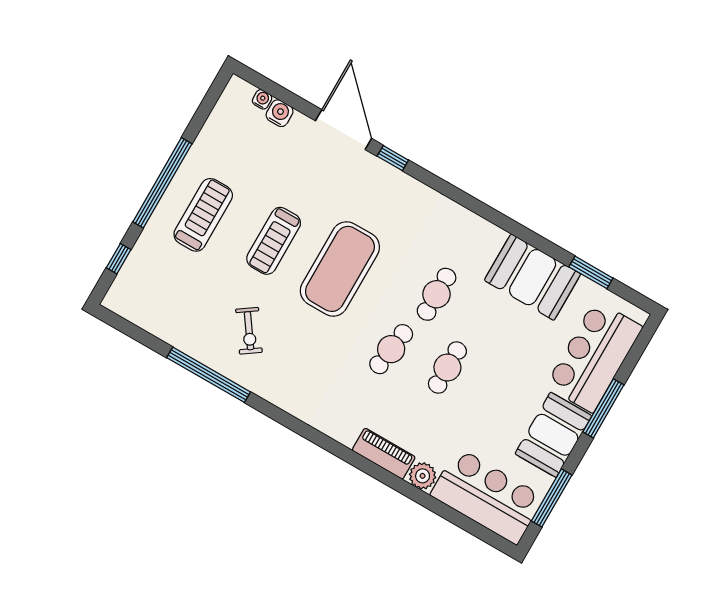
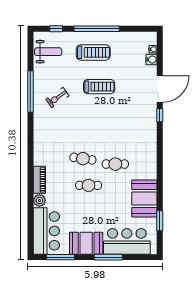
treadmill: (274, 241) -> (99, 87), turned 180
exercise mat: (340, 269) -> (103, 120), removed
weight bench: (153, 299) -> (48, 52), added

